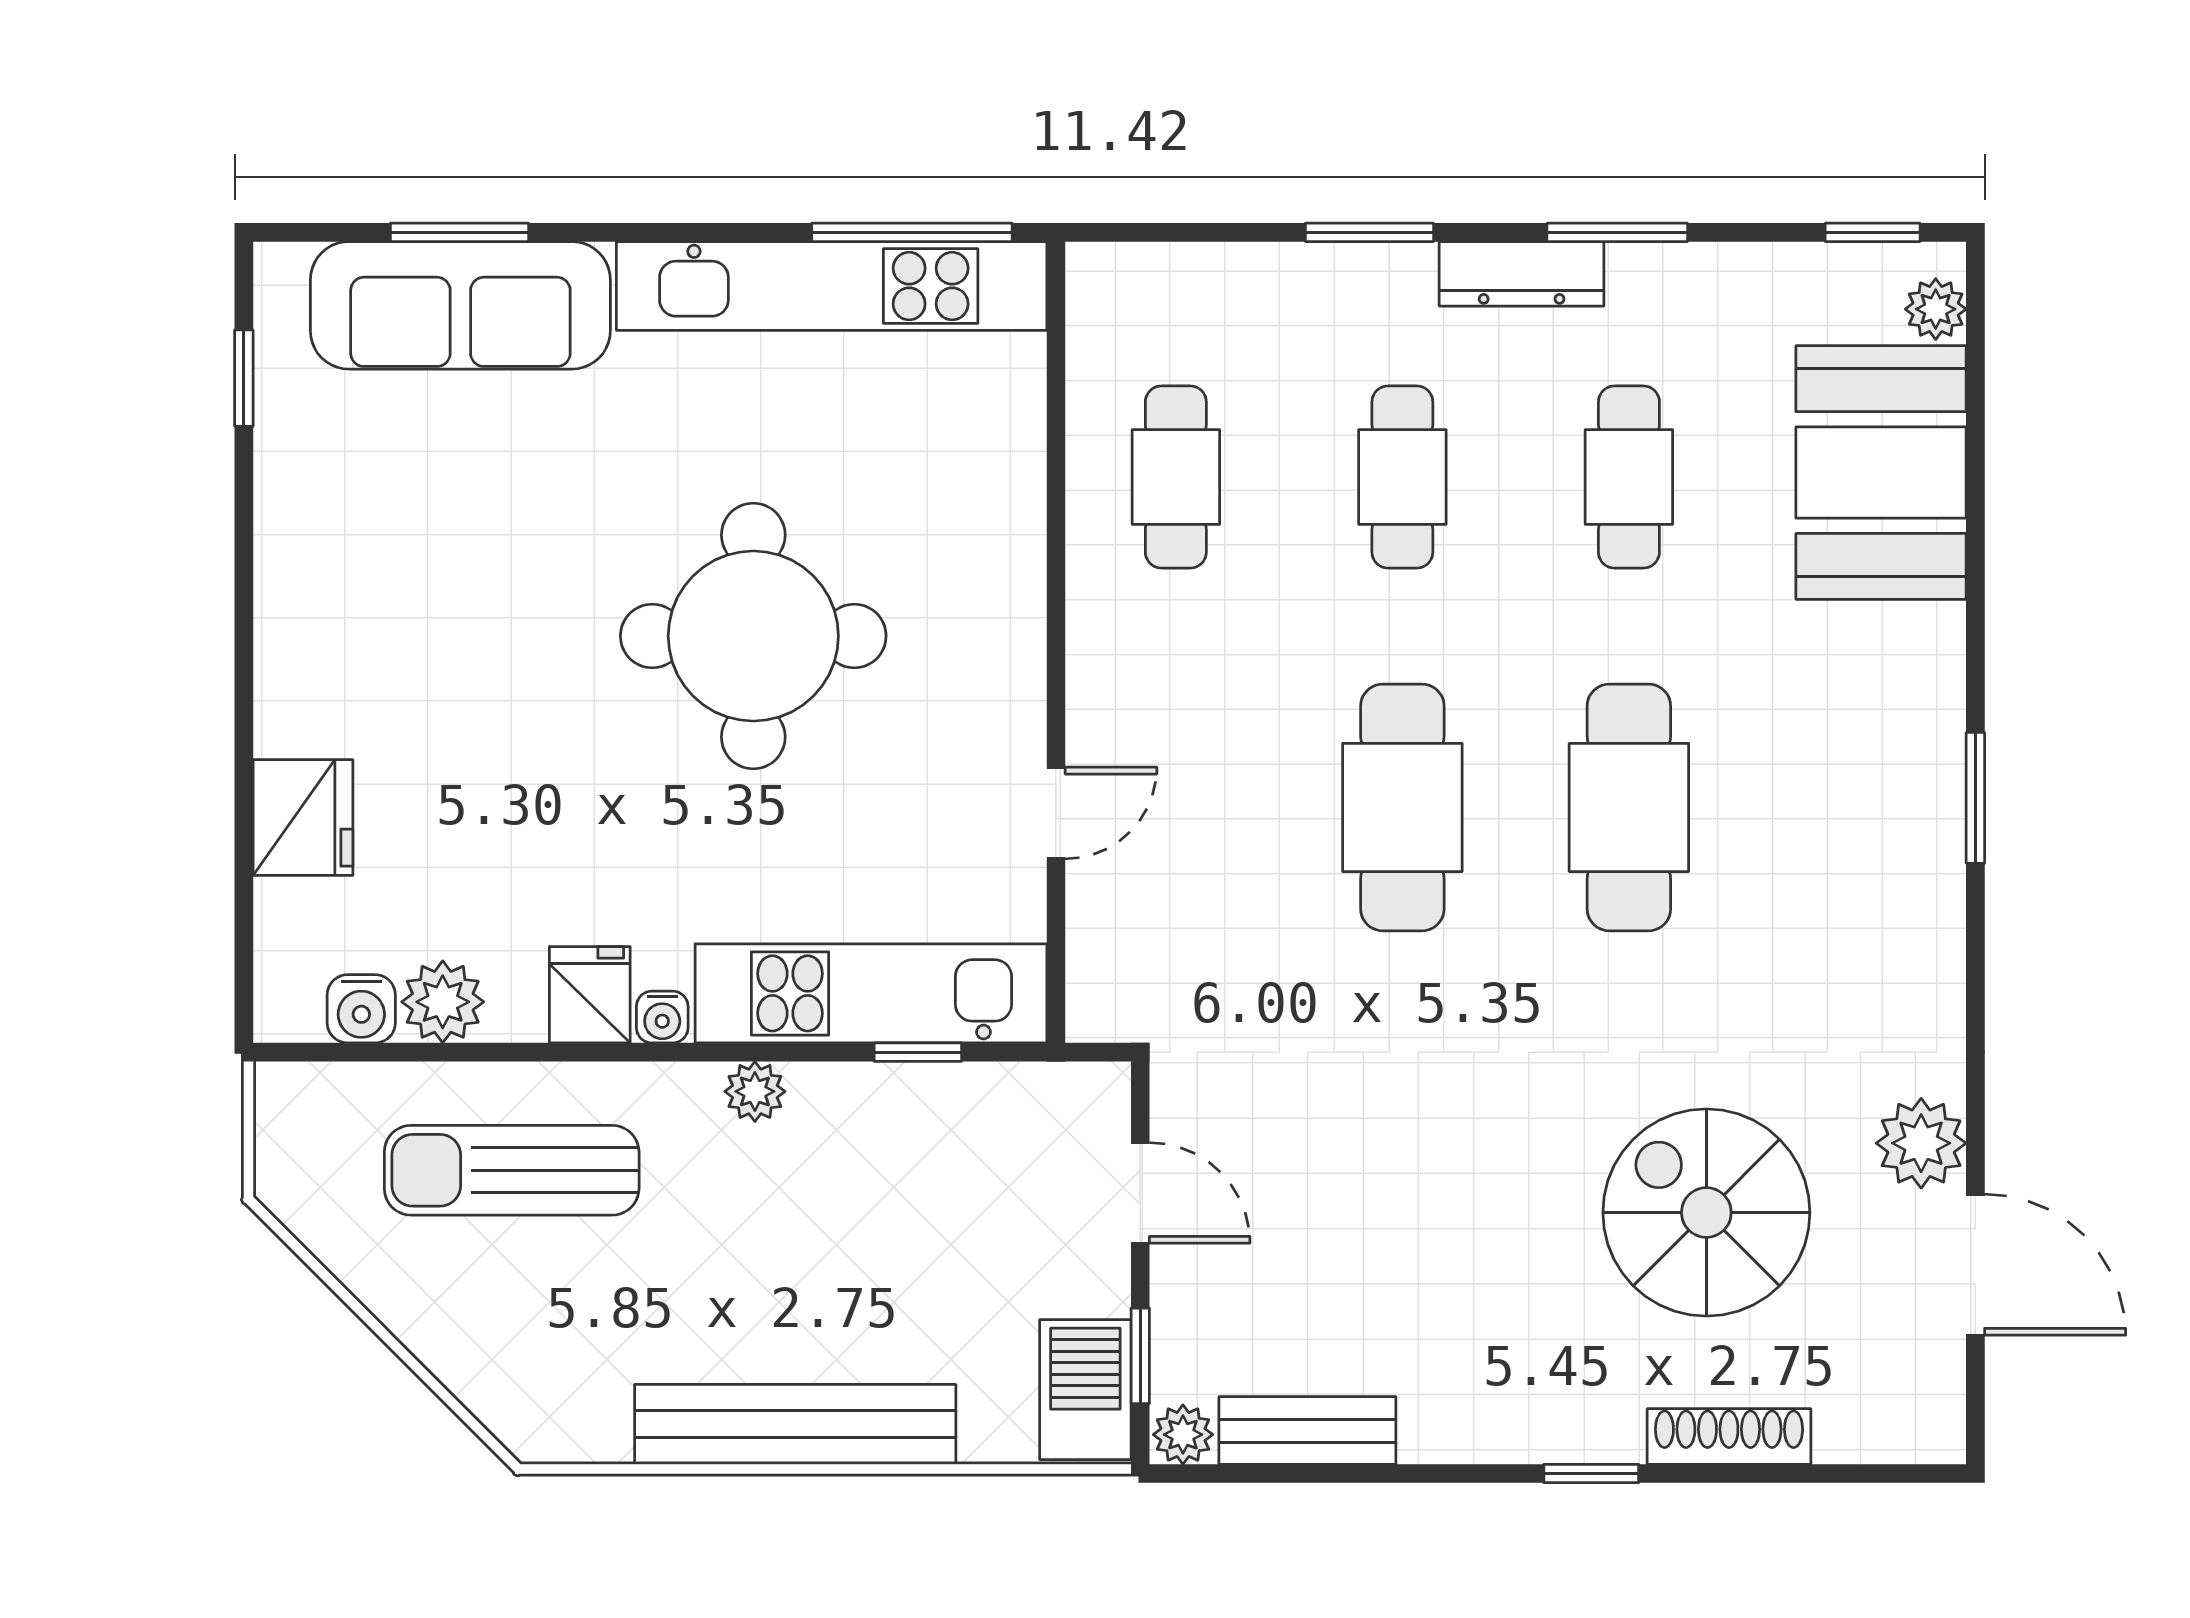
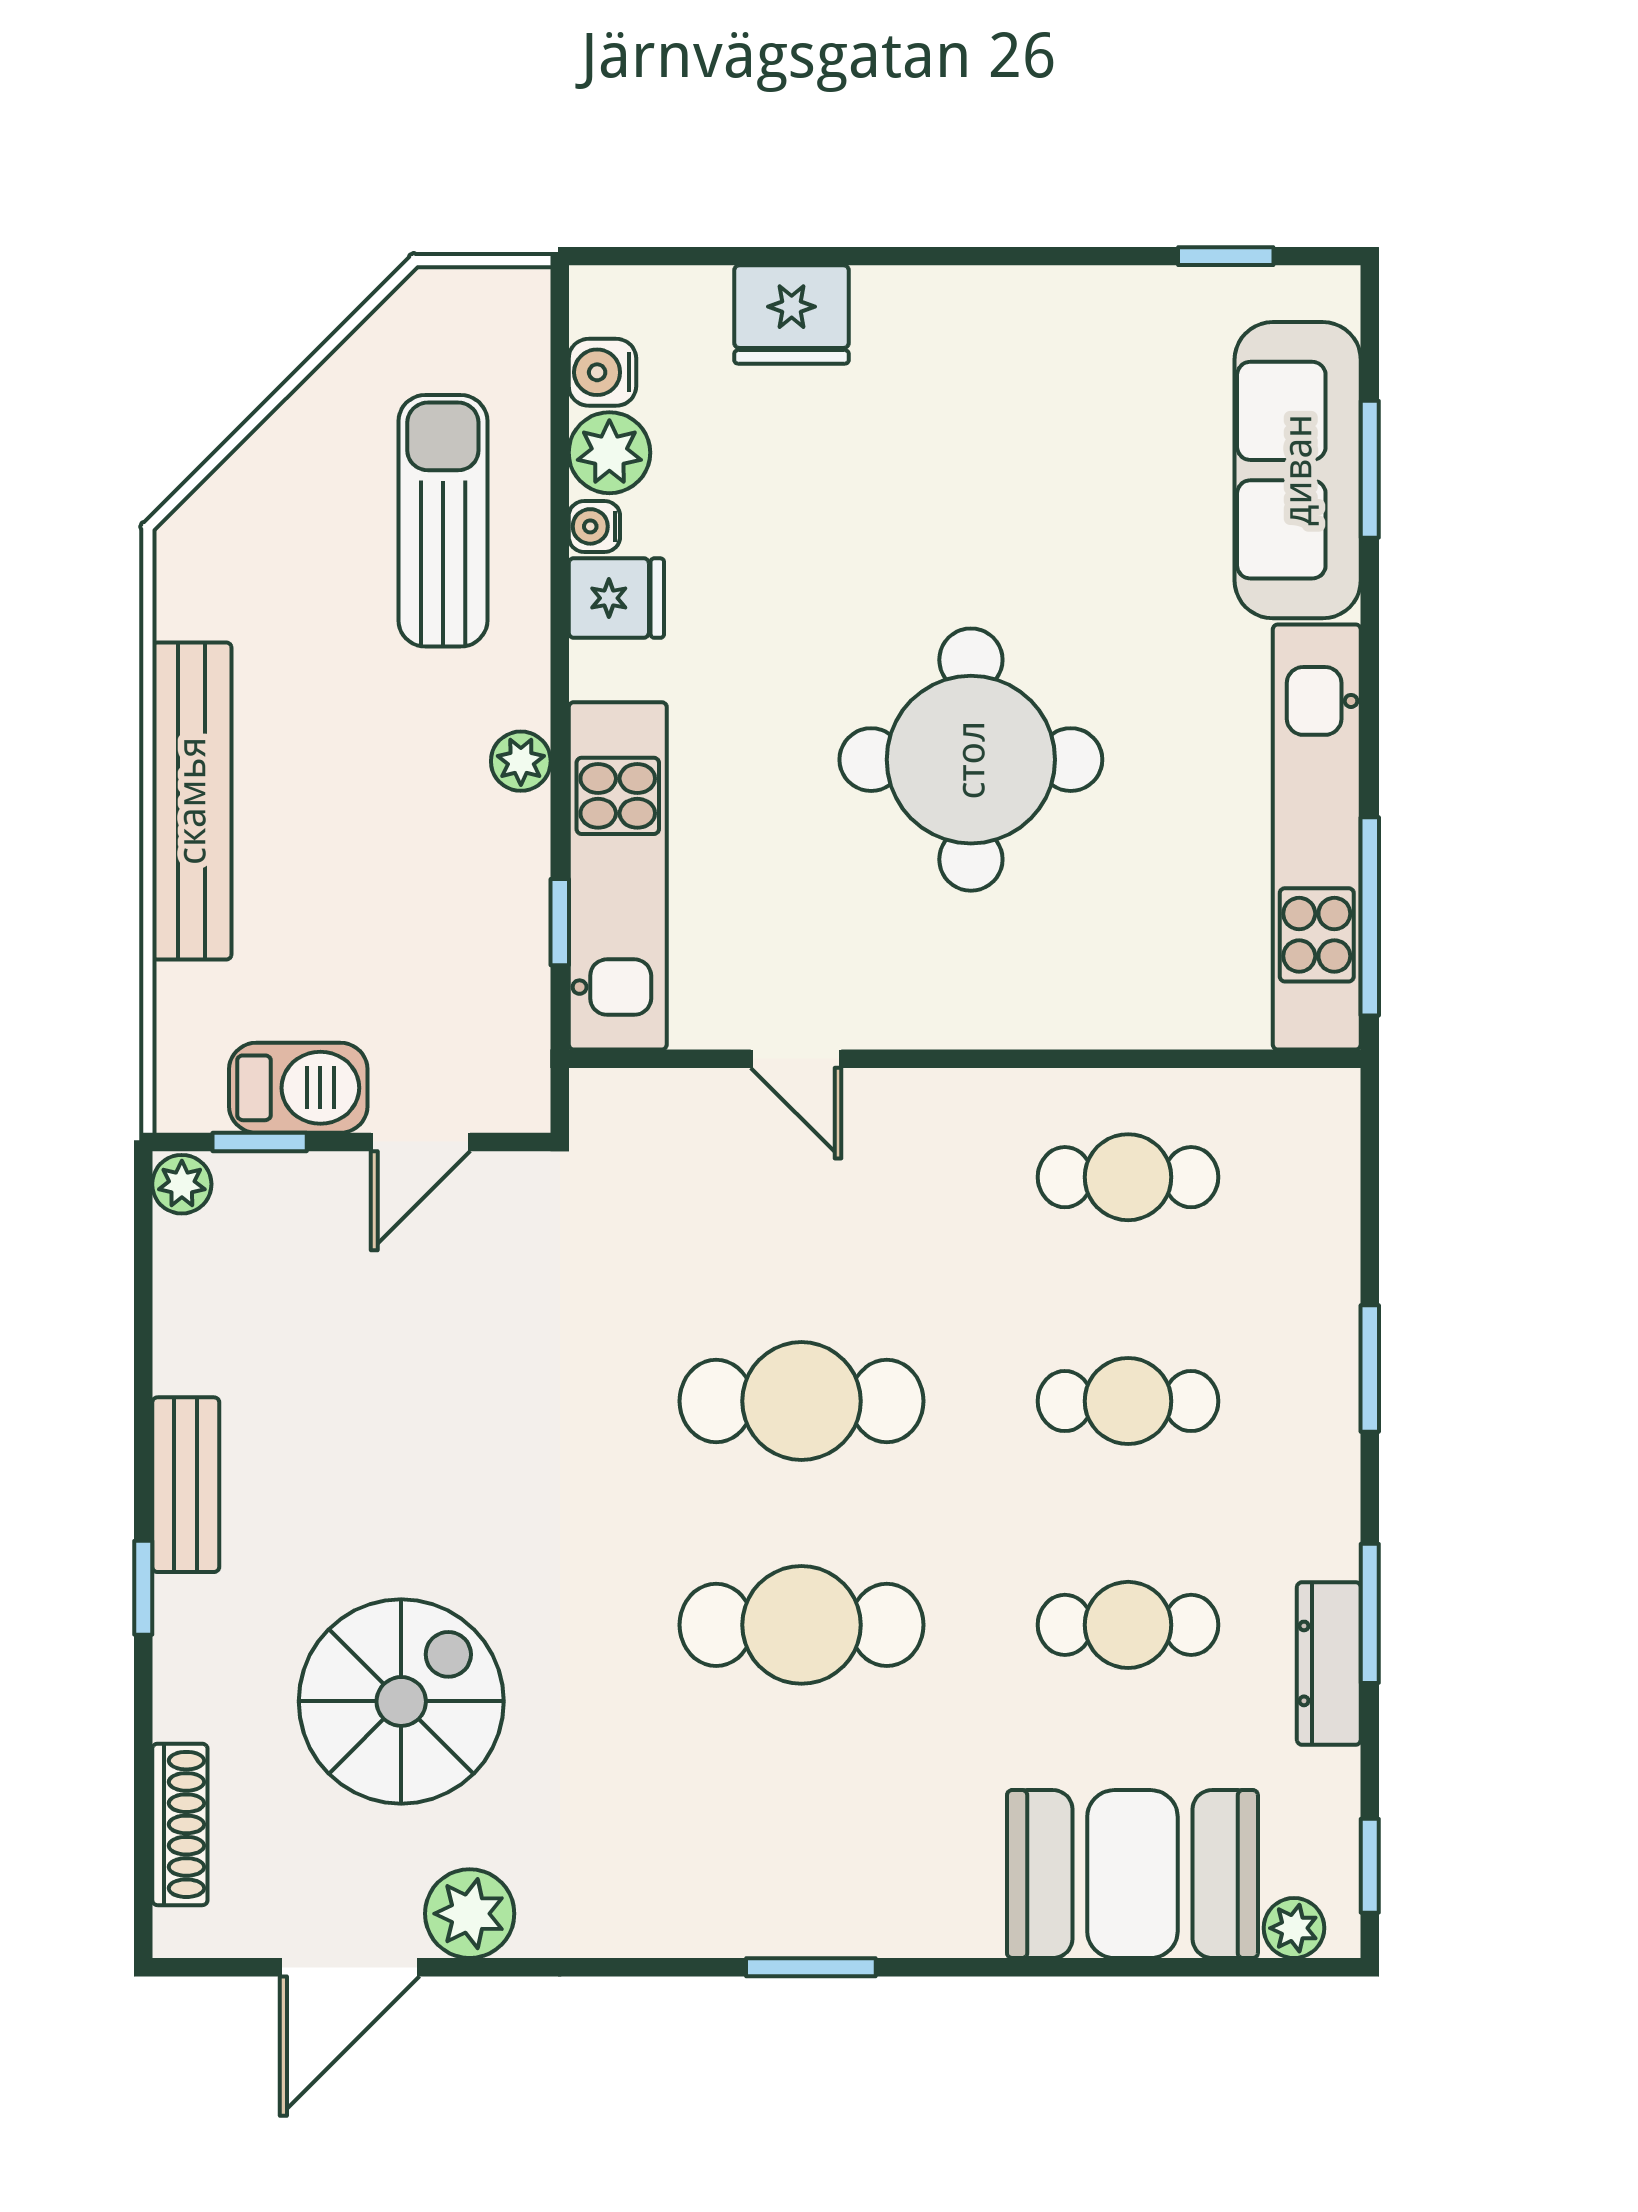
dresser: (1522, 274) -> (1329, 1663), moved
water cooler: (662, 1017) -> (594, 526), moved
barbecue: (1085, 1390) -> (298, 1088), moved
bench: (1307, 1431) -> (186, 1485), moved
shoe rack: (1729, 1437) -> (180, 1824), moved

